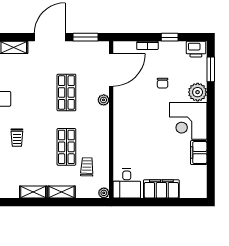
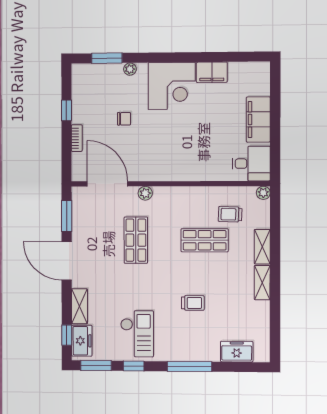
printer: (196, 49) -> (81, 77), removed
shop shelf: (66, 92) -> (136, 240), turned 90
plant: (198, 92) -> (130, 69), width x0.53, depth x0.53

